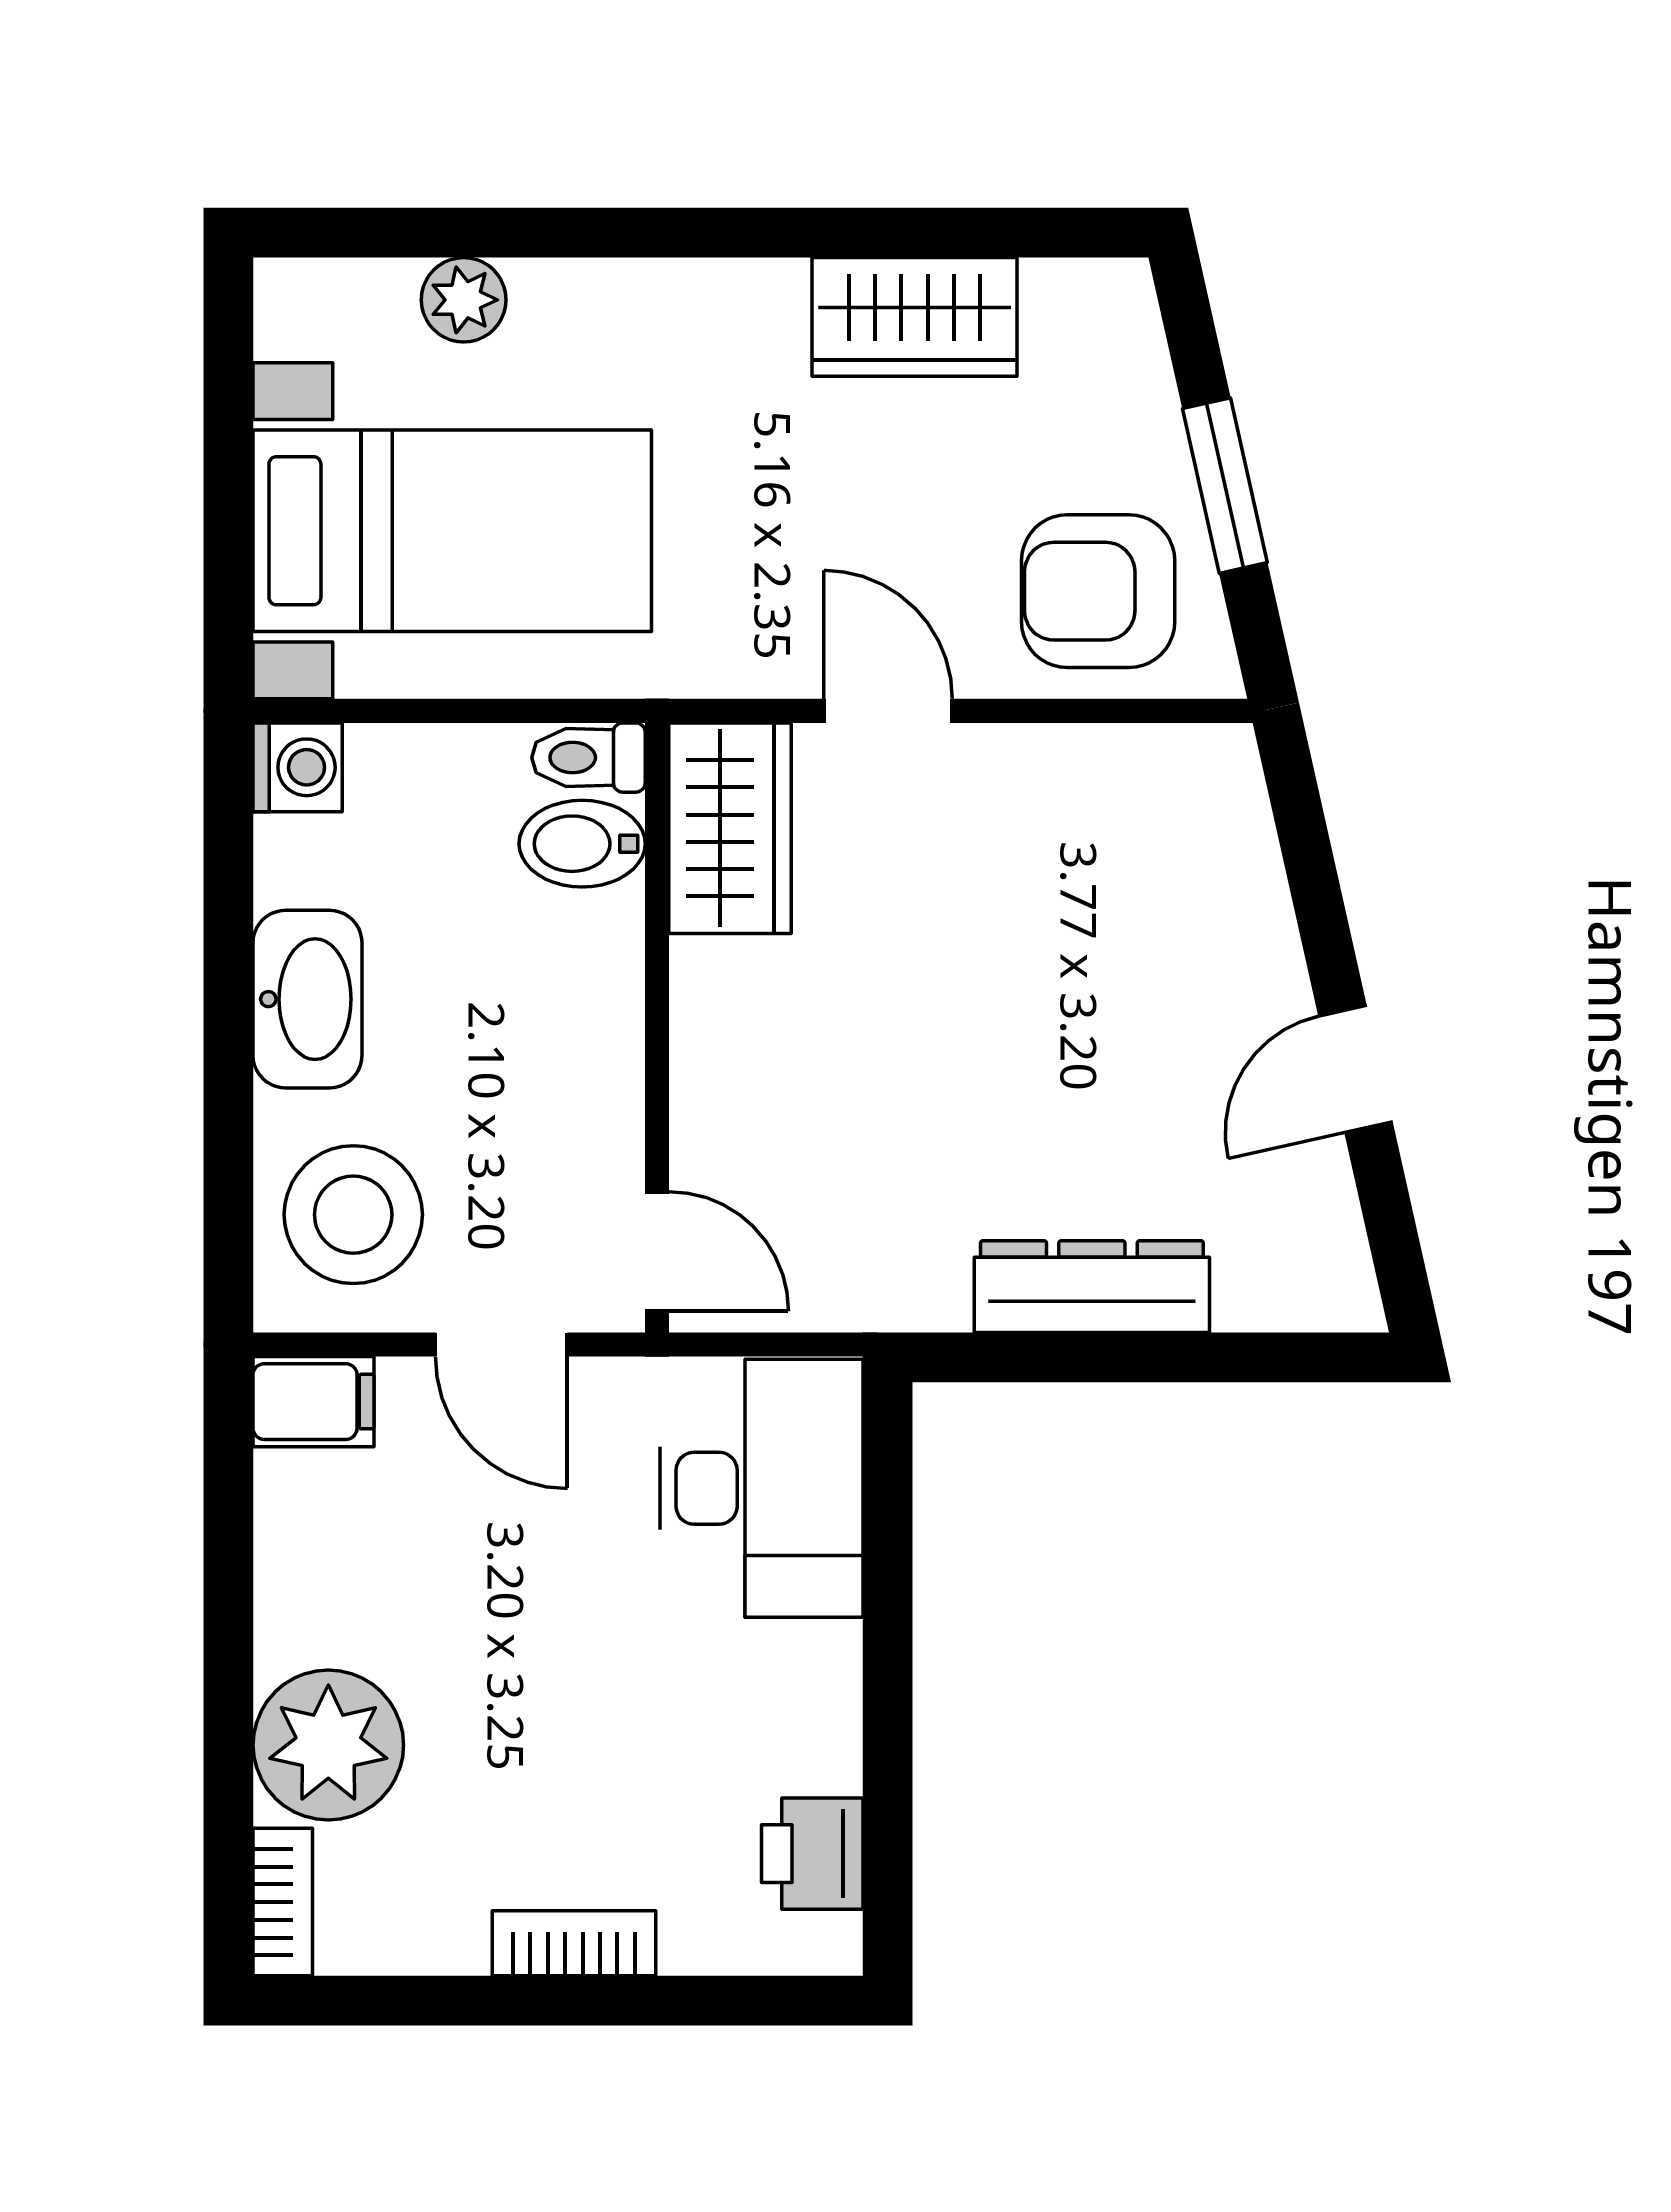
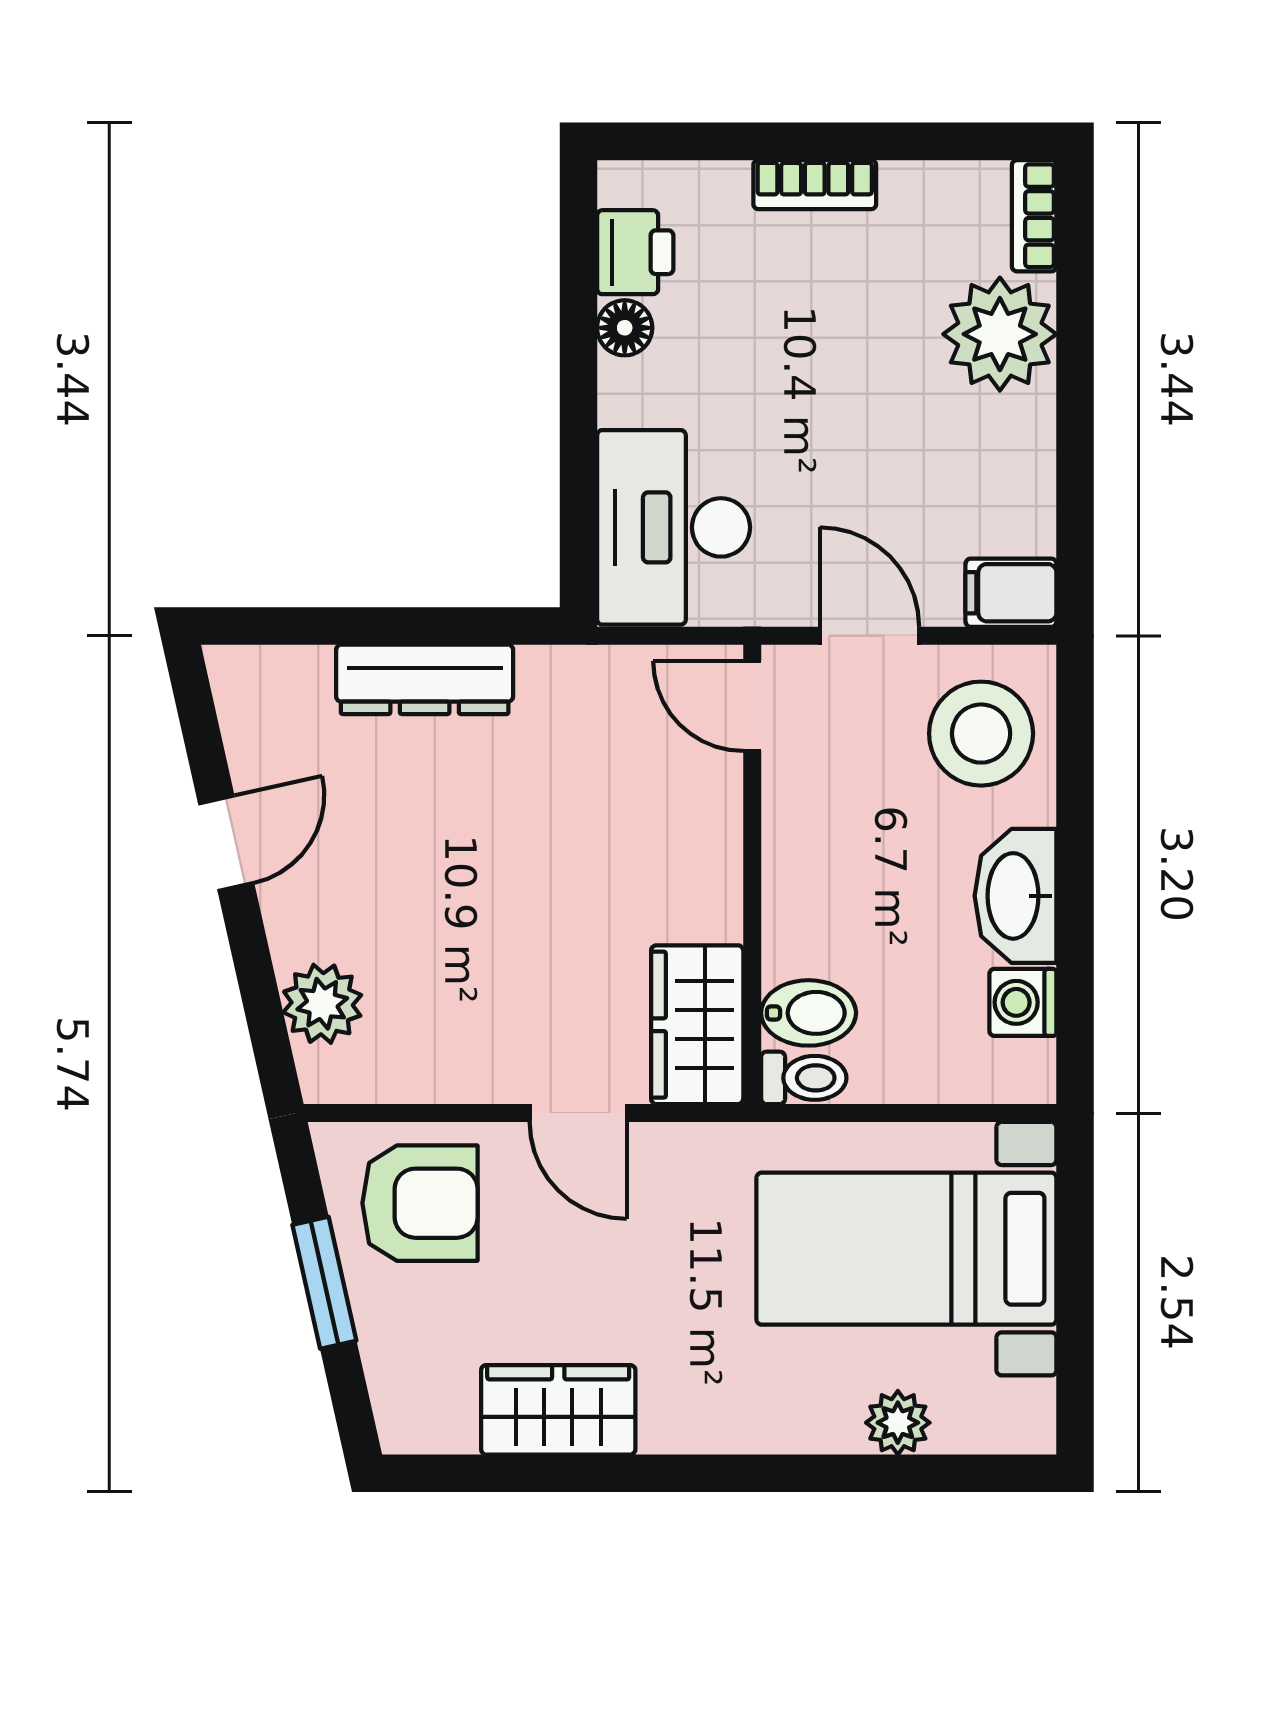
washing machine: (298, 767) -> (1023, 1002), moved
plant: (1228, 856) -> (322, 1004), added
floor lamp: (826, 1753) -> (625, 328), added

